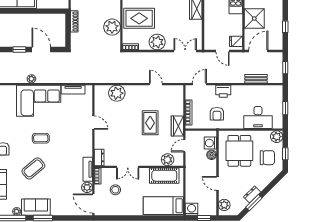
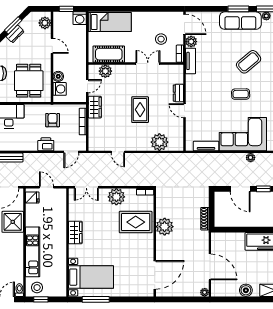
plant: (112, 27) -> (165, 227), moved
rug: (150, 123) -> (140, 110), moved
dresser: (99, 157) -> (178, 93), moved
sofa: (36, 207) -> (240, 21), width x1.36

